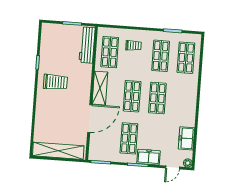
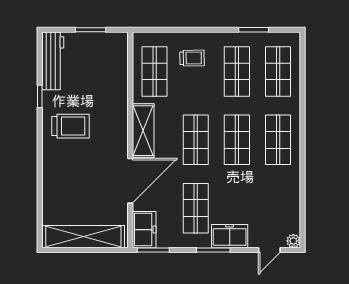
workbench: (87, 45) -> (53, 61), moved, turned 180
shop shelf: (183, 100) -> (278, 140), added
freezer: (186, 138) -> (144, 230), moved, turned 180

